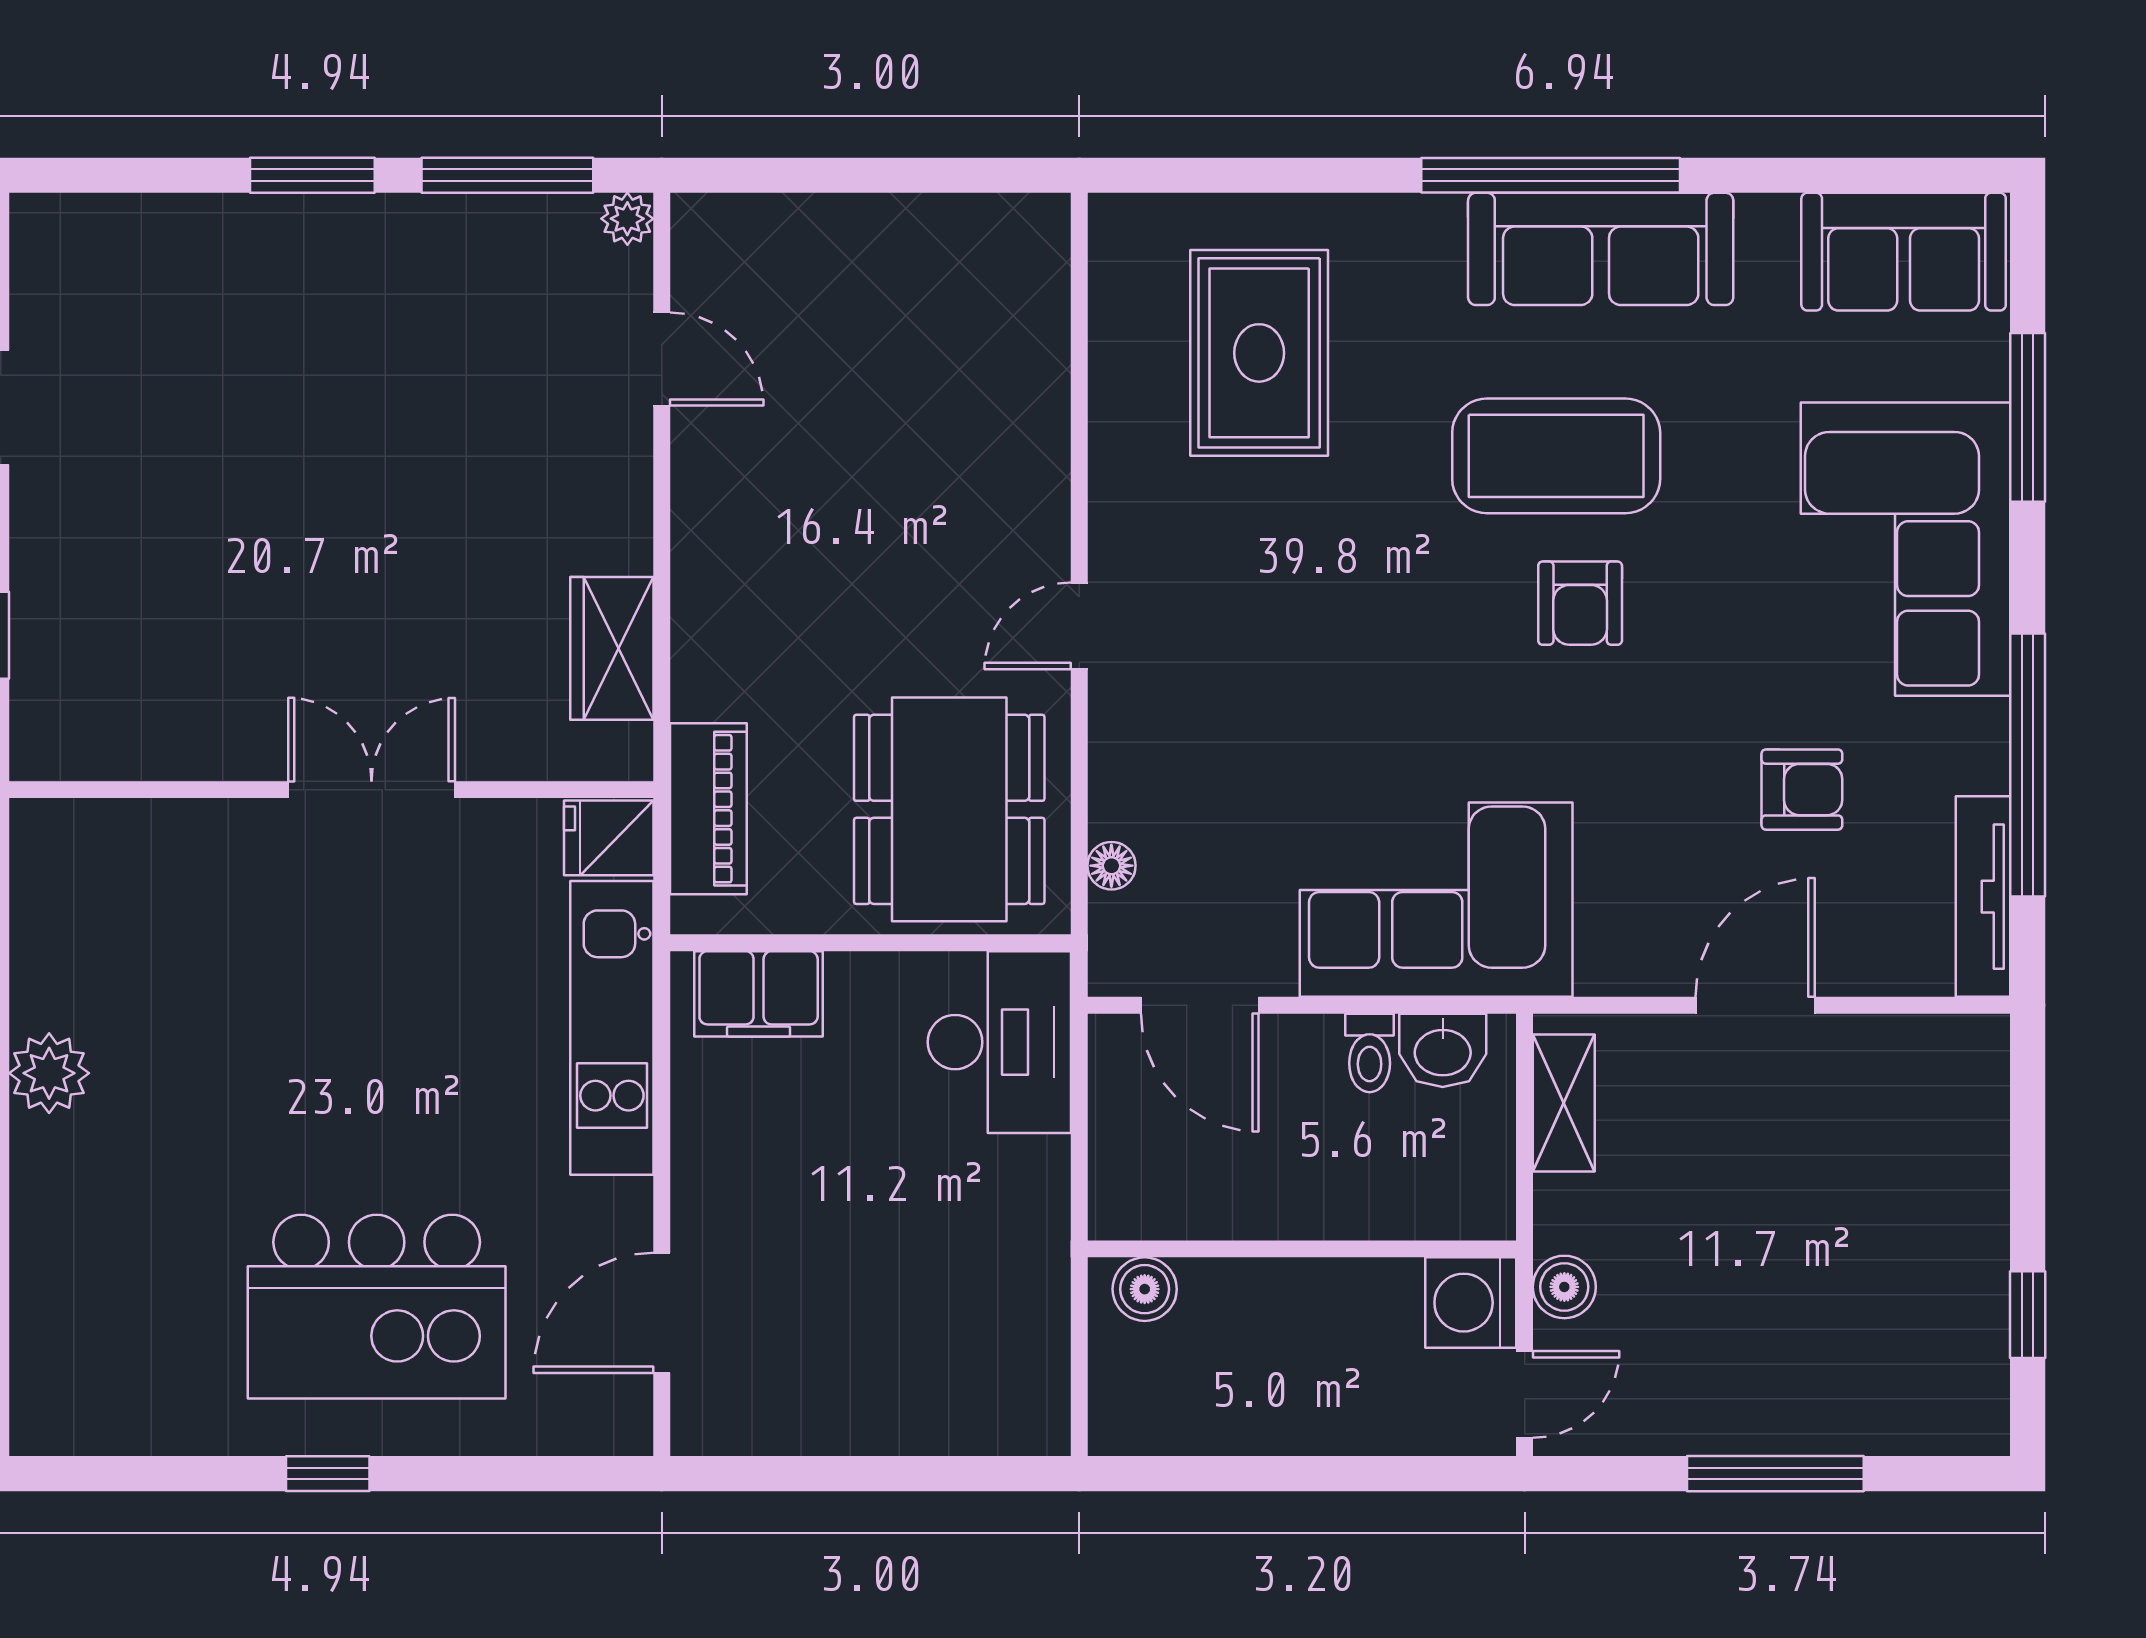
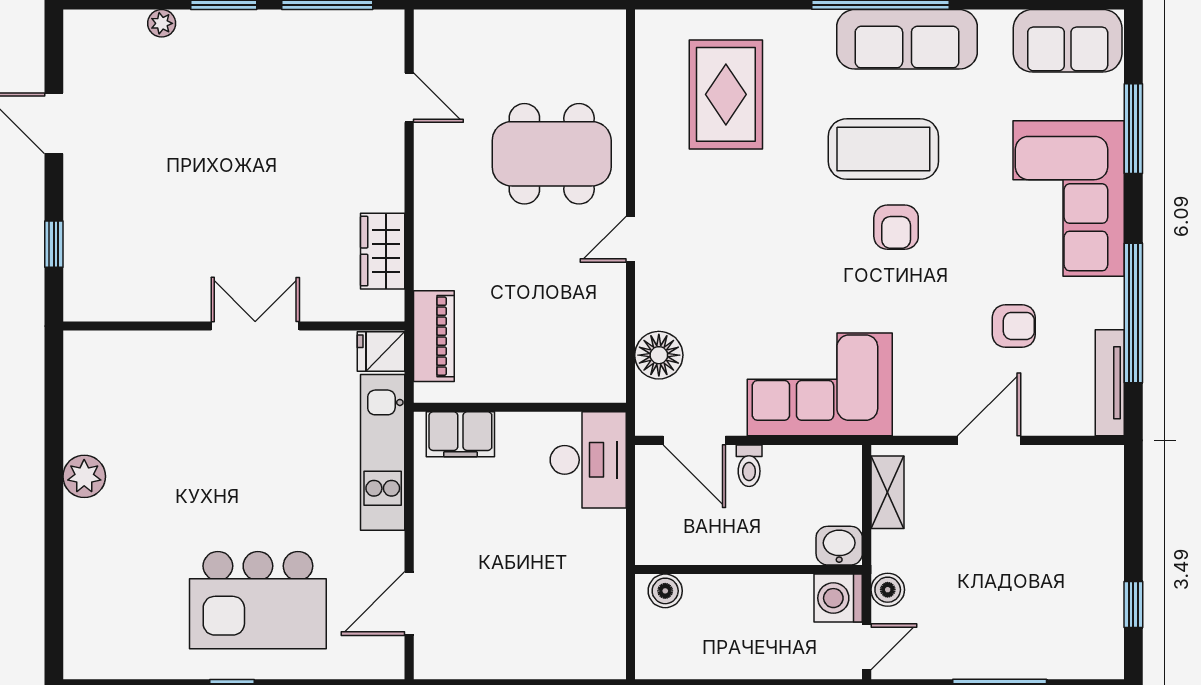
plant: (627, 219) -> (162, 23), moved
dining table: (949, 809) -> (552, 154), moved, turned 90
floor lamp: (1111, 866) -> (659, 355), width x1.89, depth x1.89
washbasin: (1443, 1050) -> (839, 546), moved, turned 180
toilet: (1370, 1053) -> (749, 466), moved

